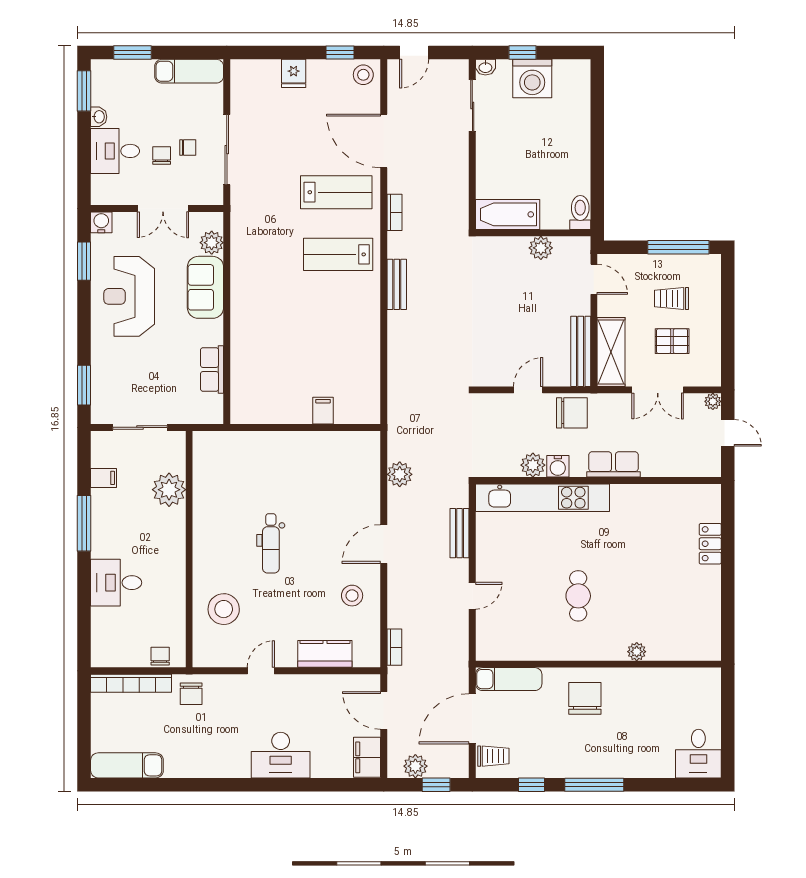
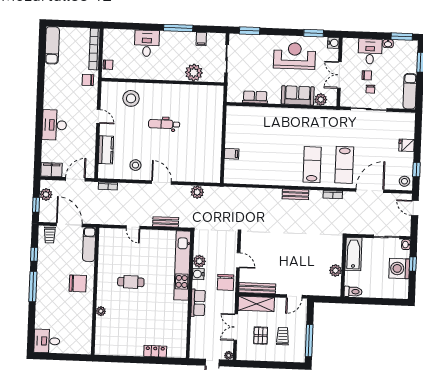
toilet: (580, 212) -> (353, 292), moved
bathtub: (508, 214) -> (353, 254), moved
wall: (533, 233) -> (343, 267), moved
plant: (541, 248) -> (335, 270), moved

